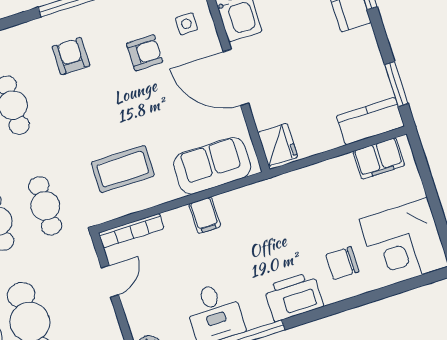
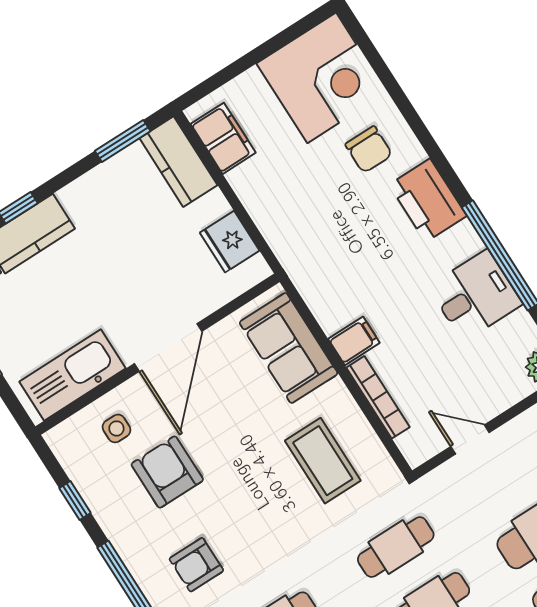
armchair: (145, 53) -> (167, 472), width x1.38, depth x1.38
fridge: (278, 145) -> (230, 242), moved, turned -90
bookcase: (131, 231) -> (378, 397), moved

